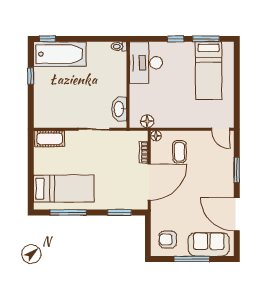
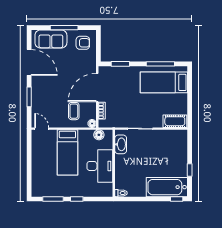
desk: (146, 63) -> (100, 166), moved
bed: (209, 71) -> (67, 152), moved, turned 180

